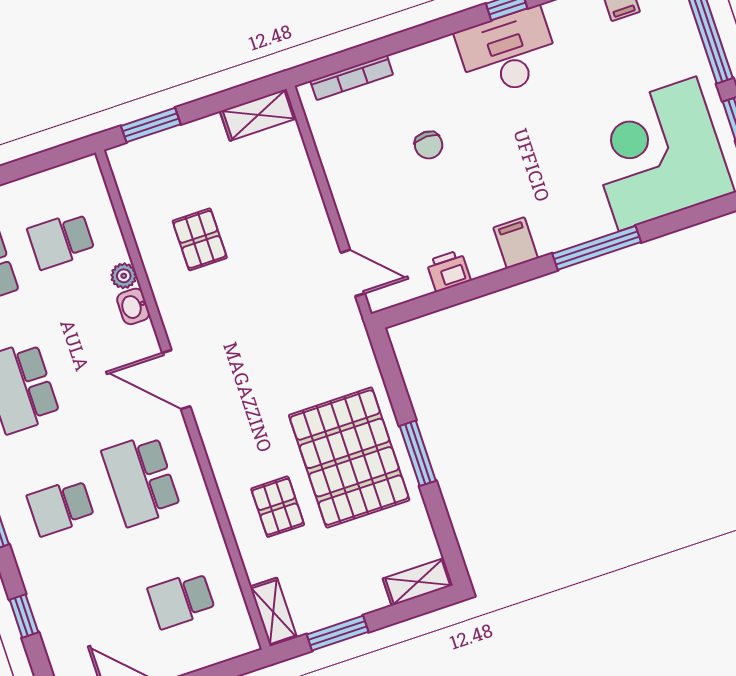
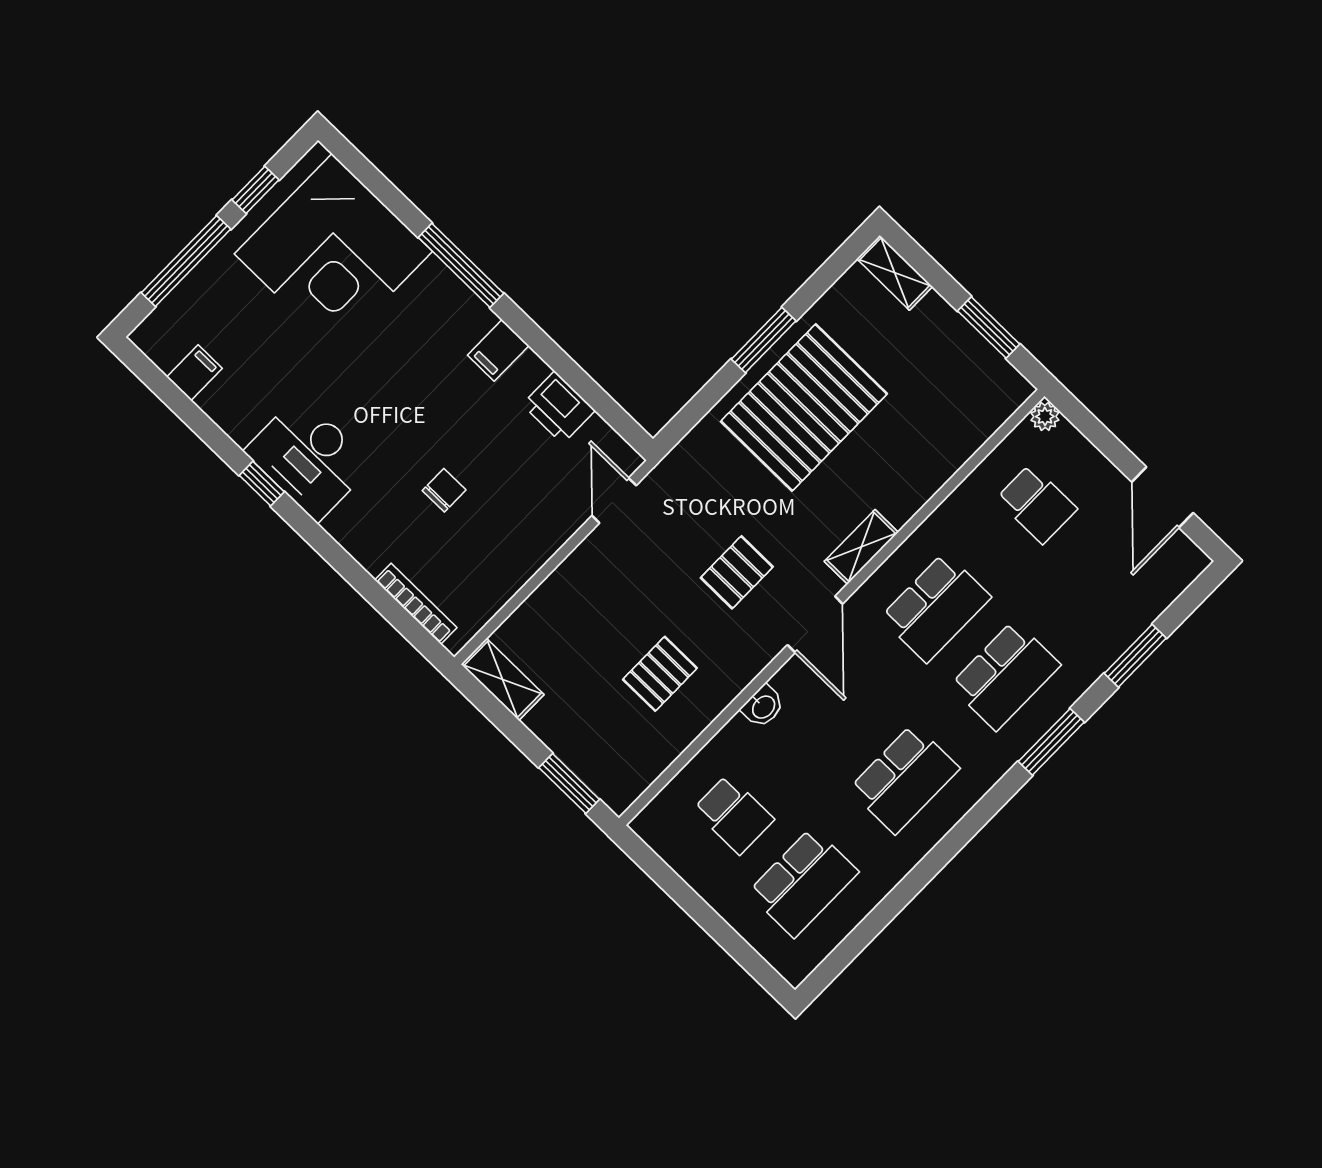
printer: (448, 271) -> (559, 407), width x1.36, depth x1.24
plant: (124, 276) -> (1045, 416), moved
school desk: (61, 507) -> (1005, 675), width x1.85
pallet: (278, 507) -> (737, 572), moved
shelving: (273, 612) -> (861, 547), moved
window: (24, 616) -> (1135, 656), width x1.50

